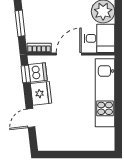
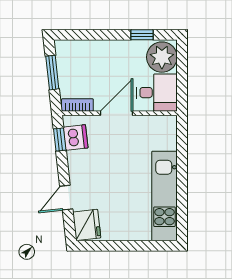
fridge: (41, 93) -> (87, 225), moved
kitchen unit: (105, 93) -> (164, 196), moved

